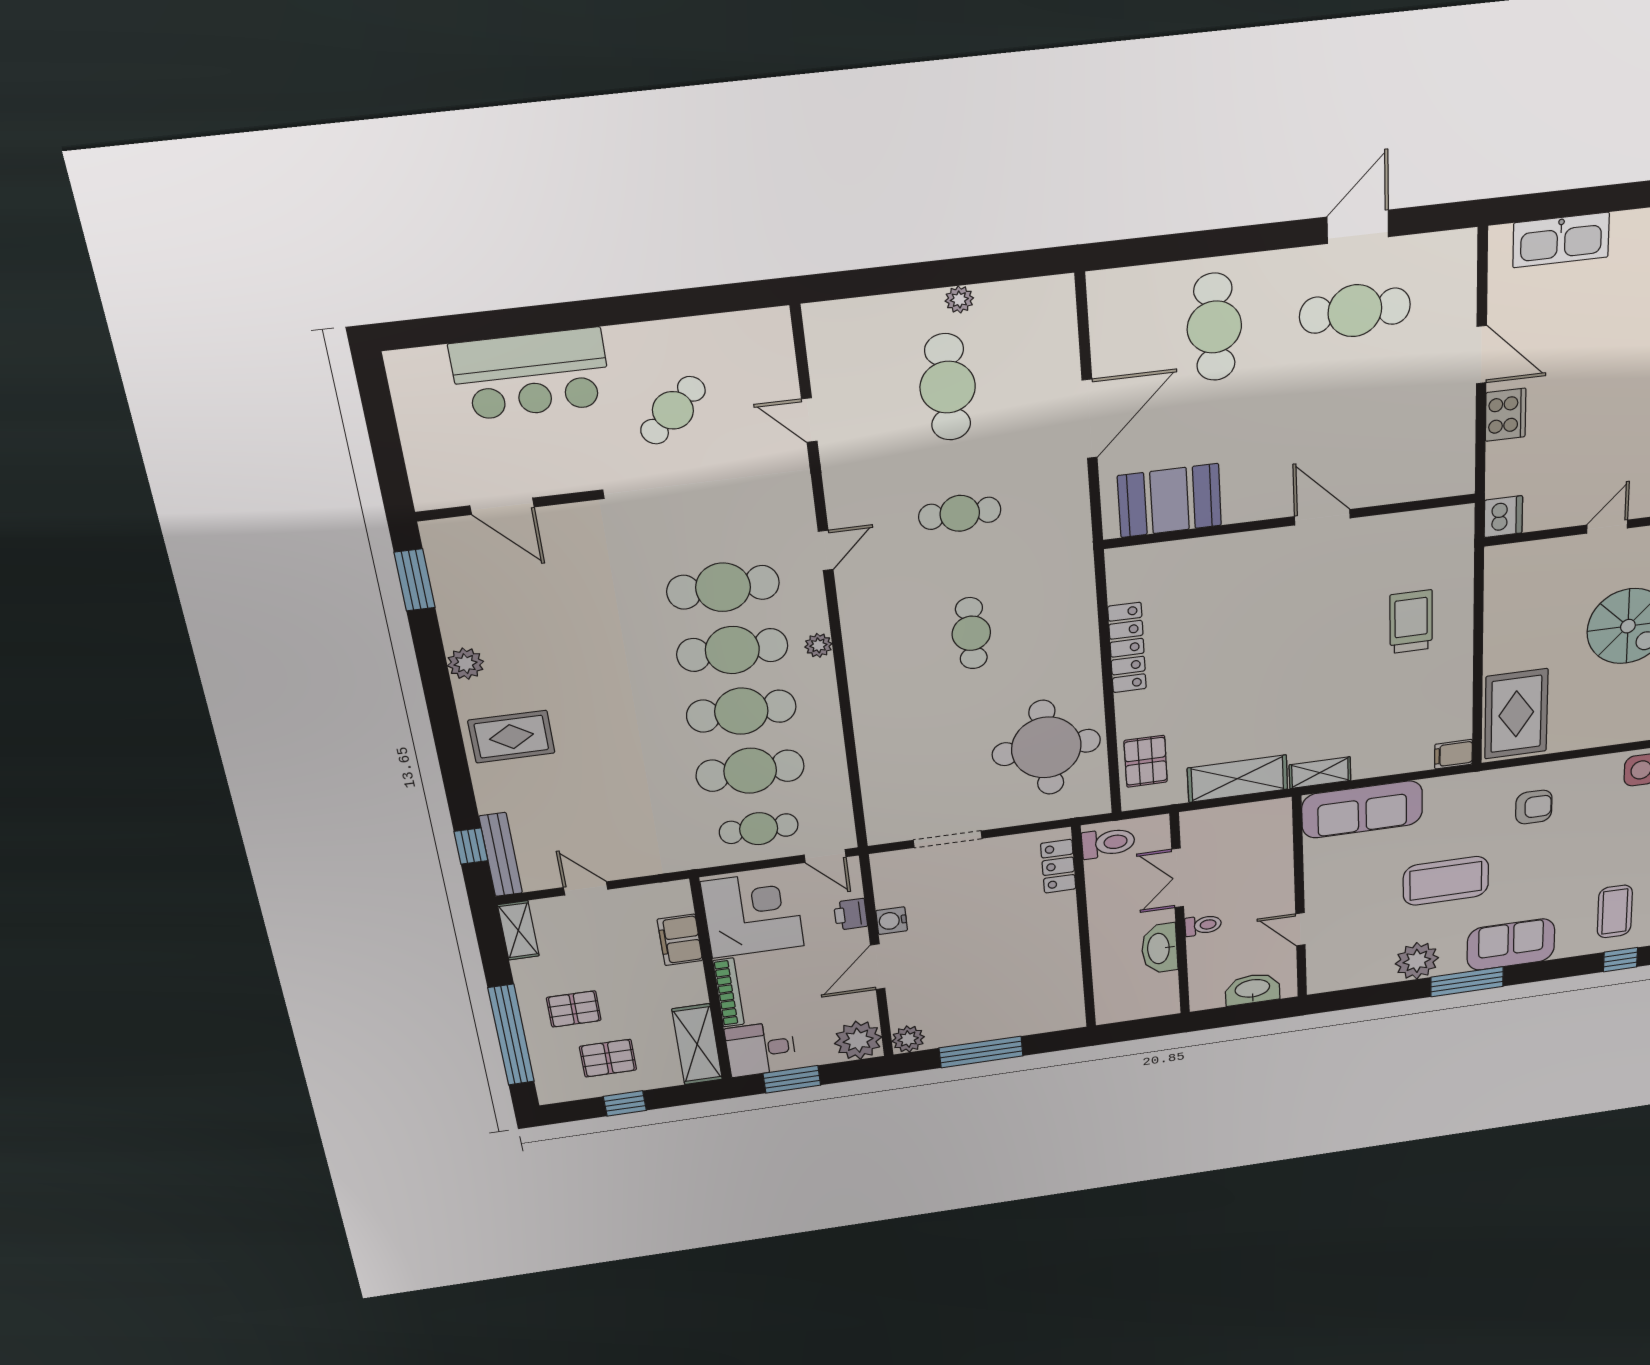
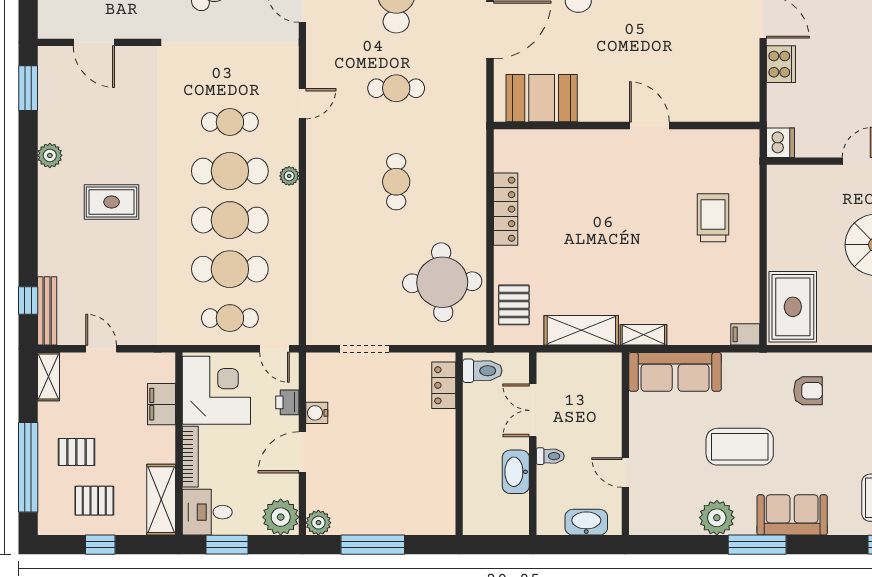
cafe table: (723, 587) -> (230, 122), width x0.73, depth x0.74
rug: (511, 737) -> (112, 202), moved

